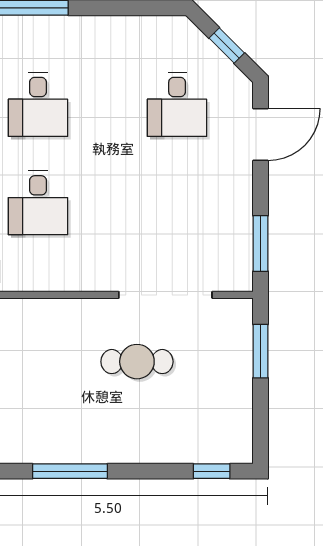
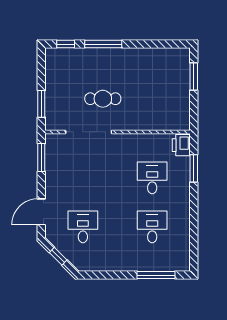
window: (70, 471) -> (103, 44), moved

